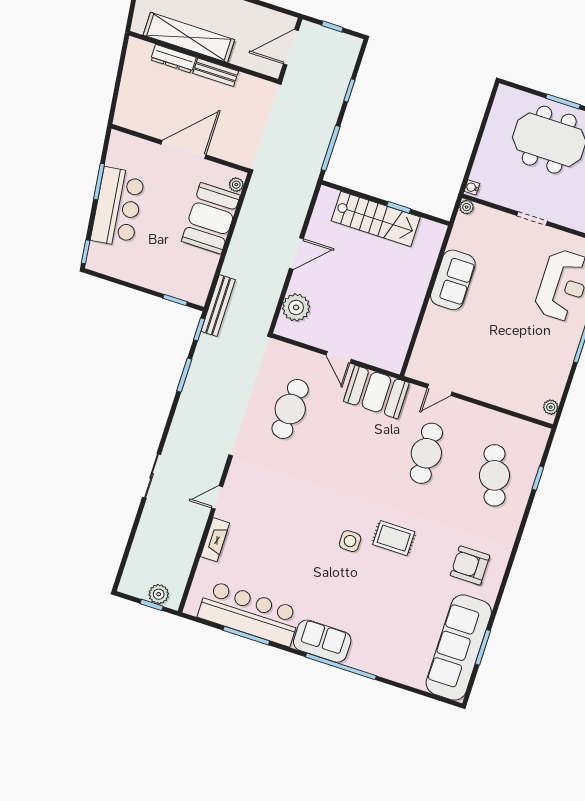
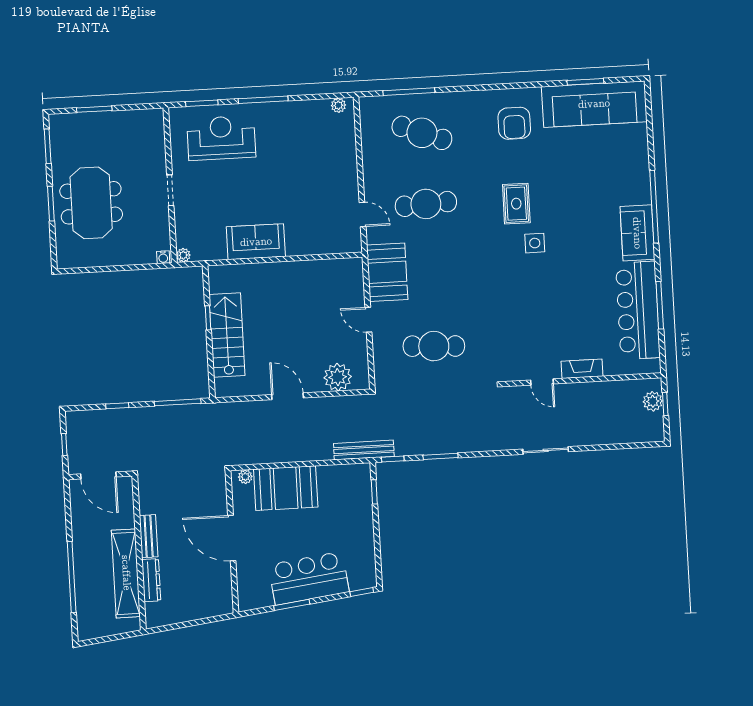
door: (339, 357) -> (368, 320), swing flipped
cafe table: (494, 475) -> (422, 133), turned 39
window: (538, 478) -> (409, 92), width x2.17

